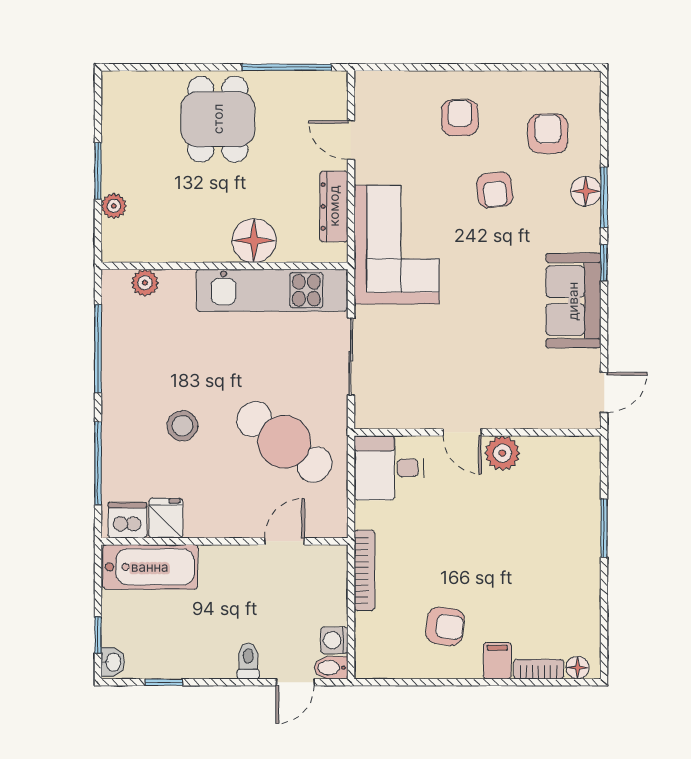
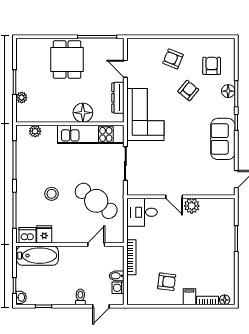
armchair: (460, 118) -> (173, 59), turned -68
armchair: (495, 190) -> (188, 90), turned -134
bidet: (331, 668) -> (117, 276), moved

